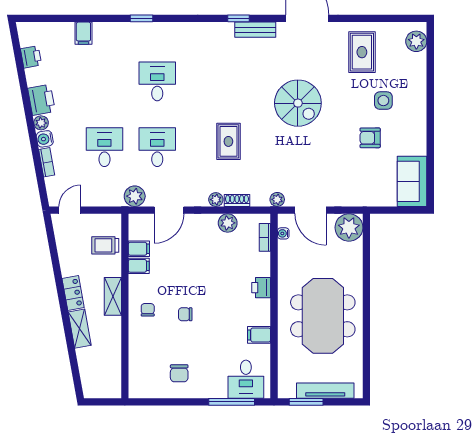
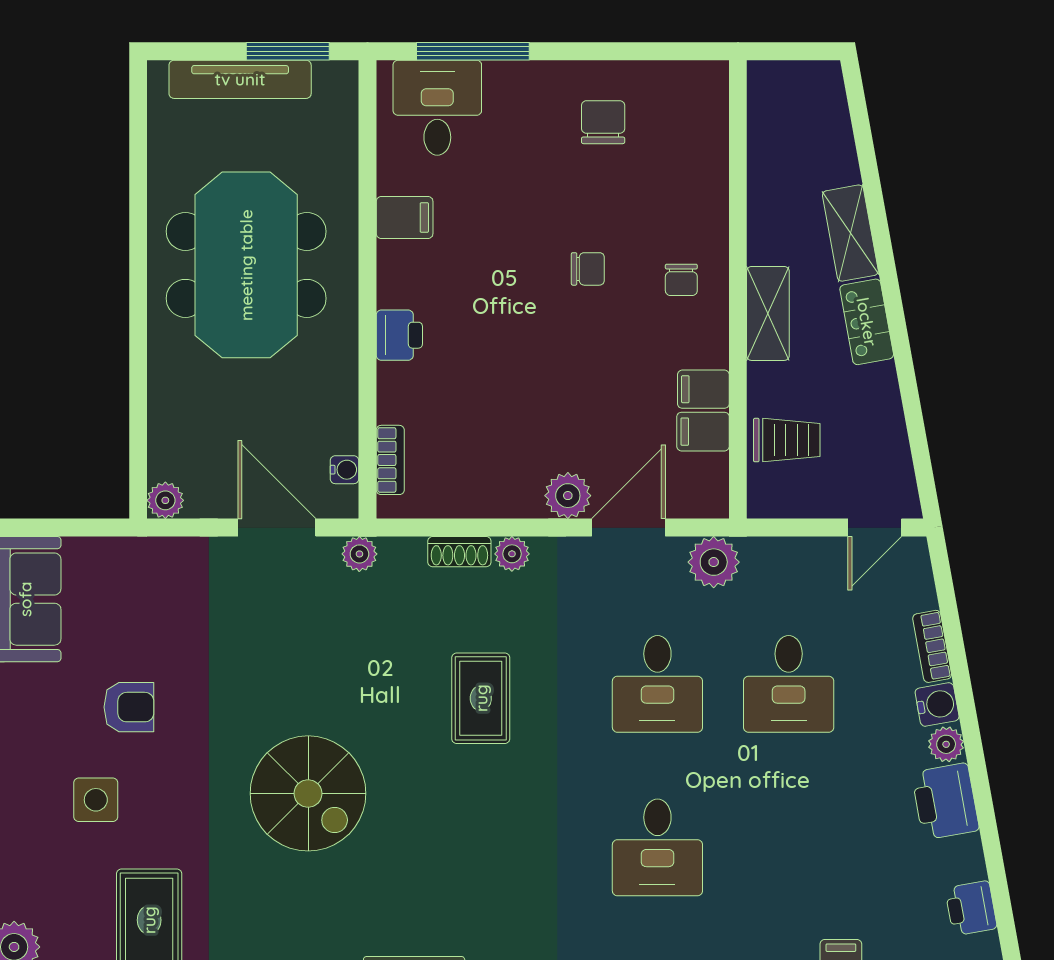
spiral stairs: (298, 103) -> (308, 793), turned 180
plant: (228, 223) -> (568, 496), moved
plant: (349, 228) -> (165, 500), width x0.53, depth x0.53

